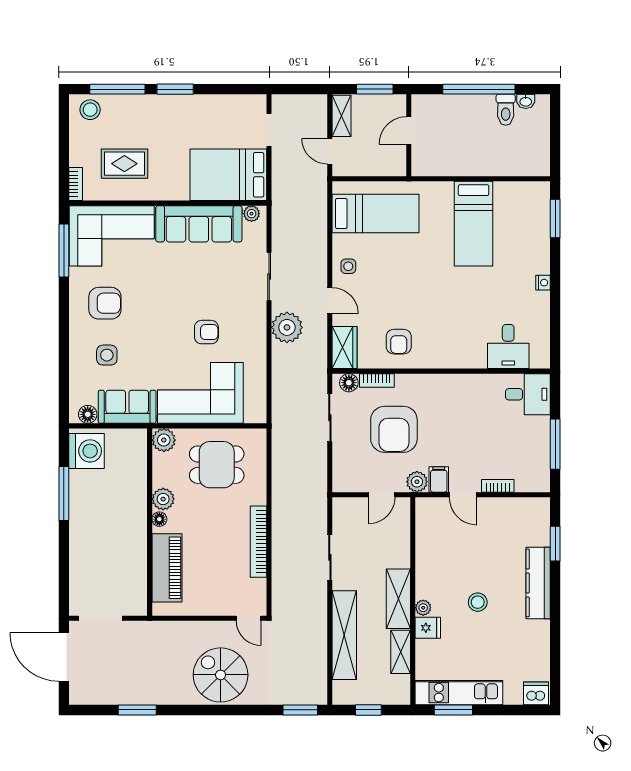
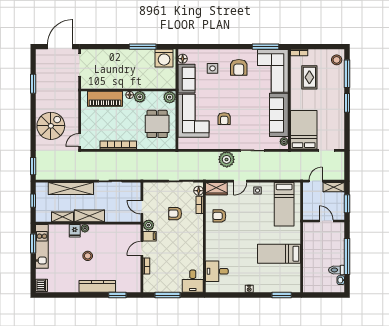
armchair: (394, 429) -> (175, 214), width x0.53, depth x0.53

